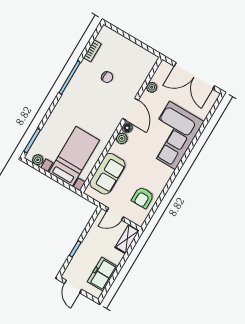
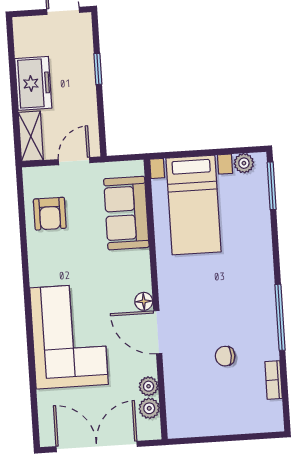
plant: (122, 138) -> (149, 408), moved
armchair: (143, 198) -> (50, 214), turned 180
freezer: (102, 274) -> (33, 83), moved

